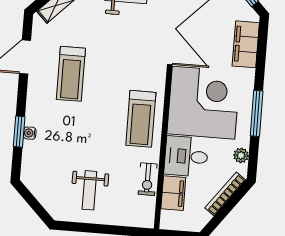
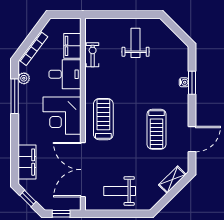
treadmill: (71, 74) -> (156, 129), turned 180
corner desk: (204, 103) -> (62, 116), width x0.74, depth x0.74
window: (257, 113) -> (15, 96), moved
treadmill: (141, 119) -> (103, 119), moved

